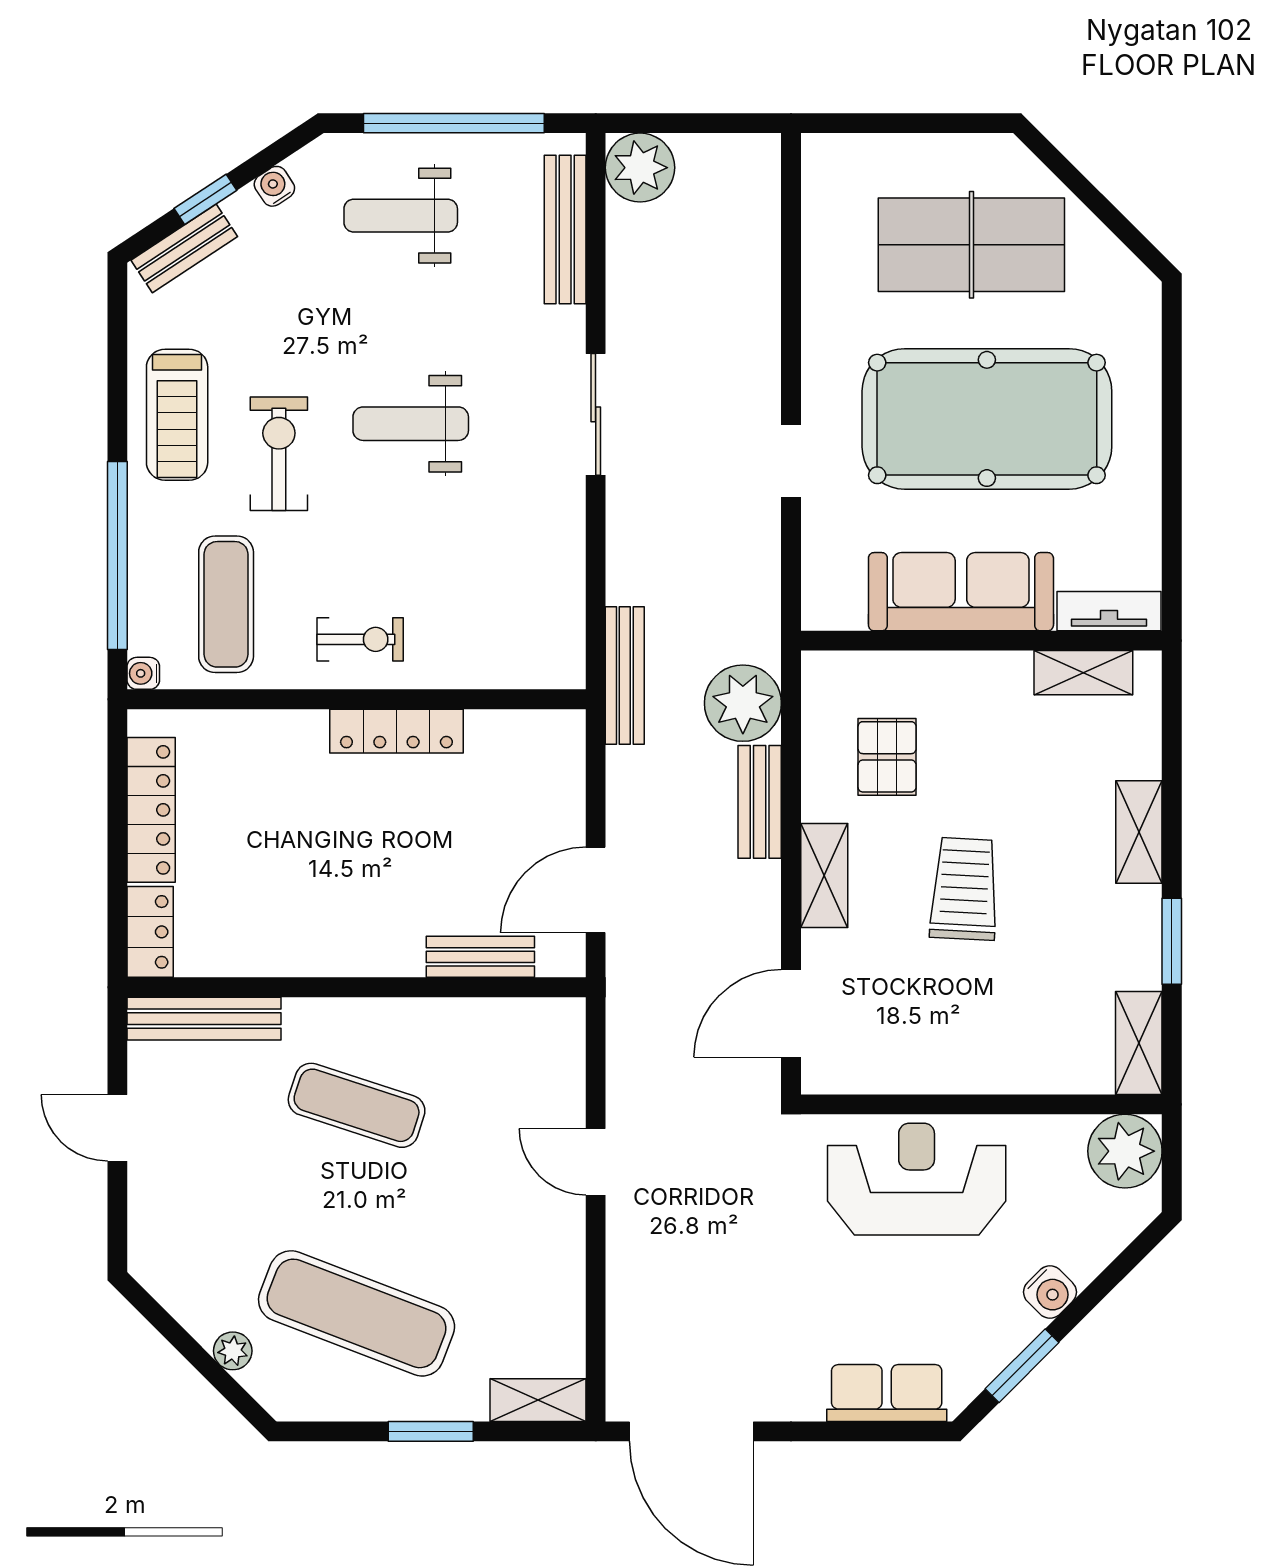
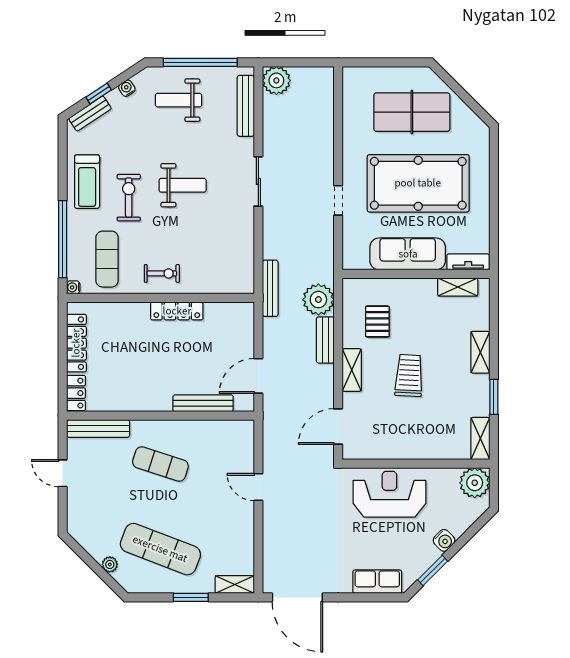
weight bench: (411, 424) -> (183, 185), turned 180
bench: (480, 957) -> (203, 403), width x1.36

